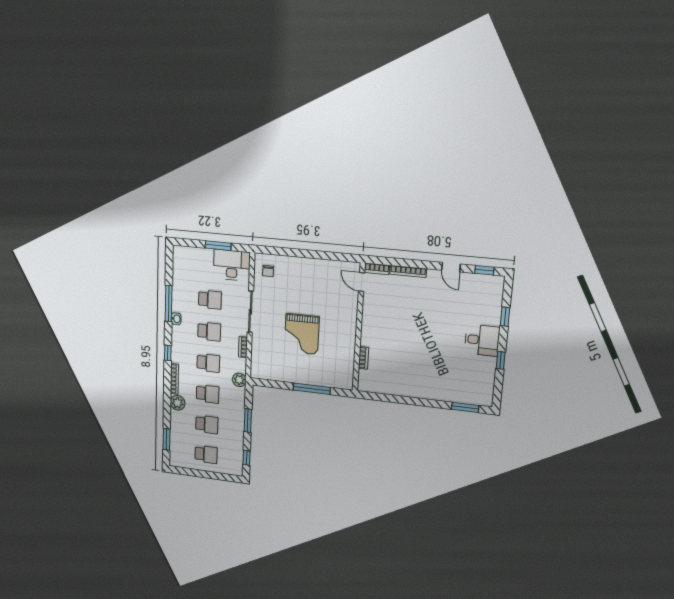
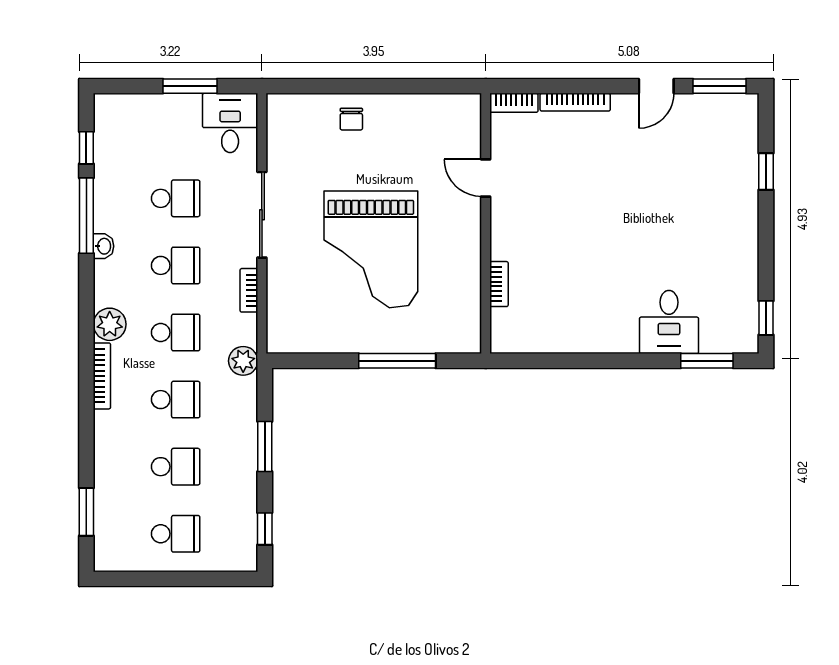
desk: (232, 265) -> (230, 123), width x0.73
door: (451, 267) -> (656, 86), hinge flipped
window: (484, 270) -> (719, 86), width x1.50
chair: (268, 271) -> (351, 119), moved
door: (362, 282) -> (486, 178), moved
grand piano: (302, 334) -> (371, 249), width x1.37, depth x1.48
desk: (482, 340) -> (669, 322), moved, turned 90
window: (168, 353) -> (86, 148), moved
window: (501, 360) -> (766, 318), moved
plant: (178, 403) -> (110, 324), moved

